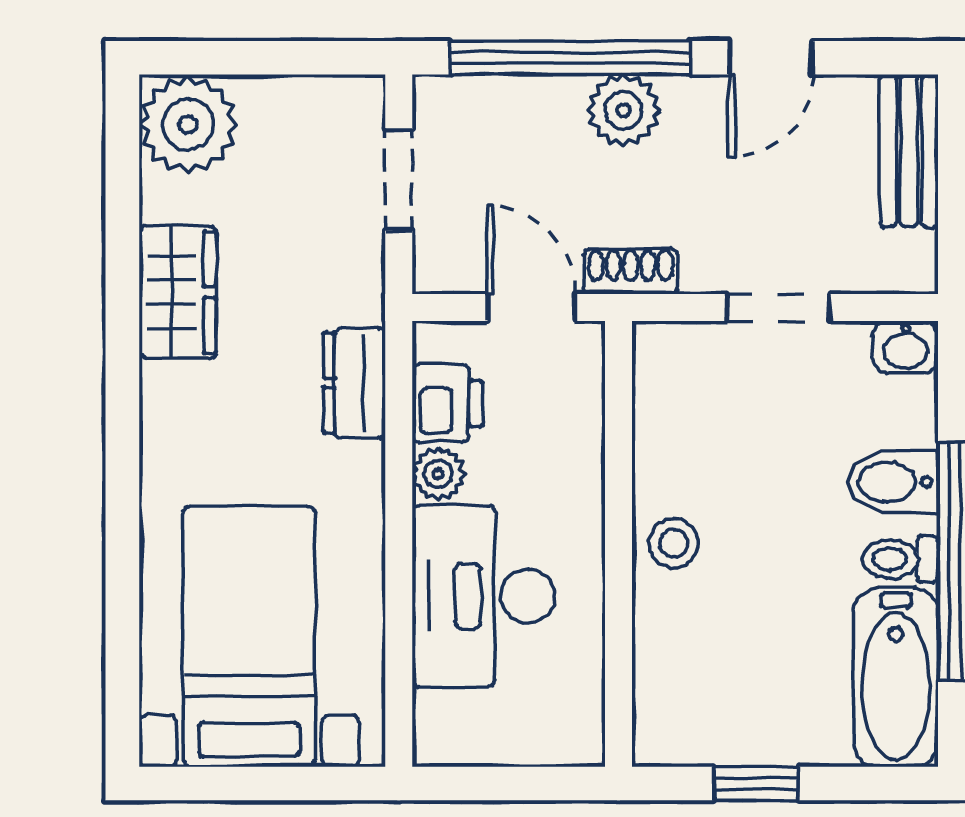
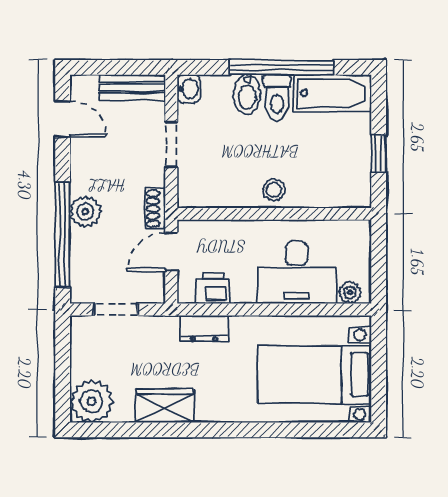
door: (771, 58) -> (63, 119), moved
bench: (909, 151) -> (132, 87), moved
plant: (438, 474) -> (350, 292), moved
toilet: (900, 559) -> (277, 98), width x1.37, depth x1.39

